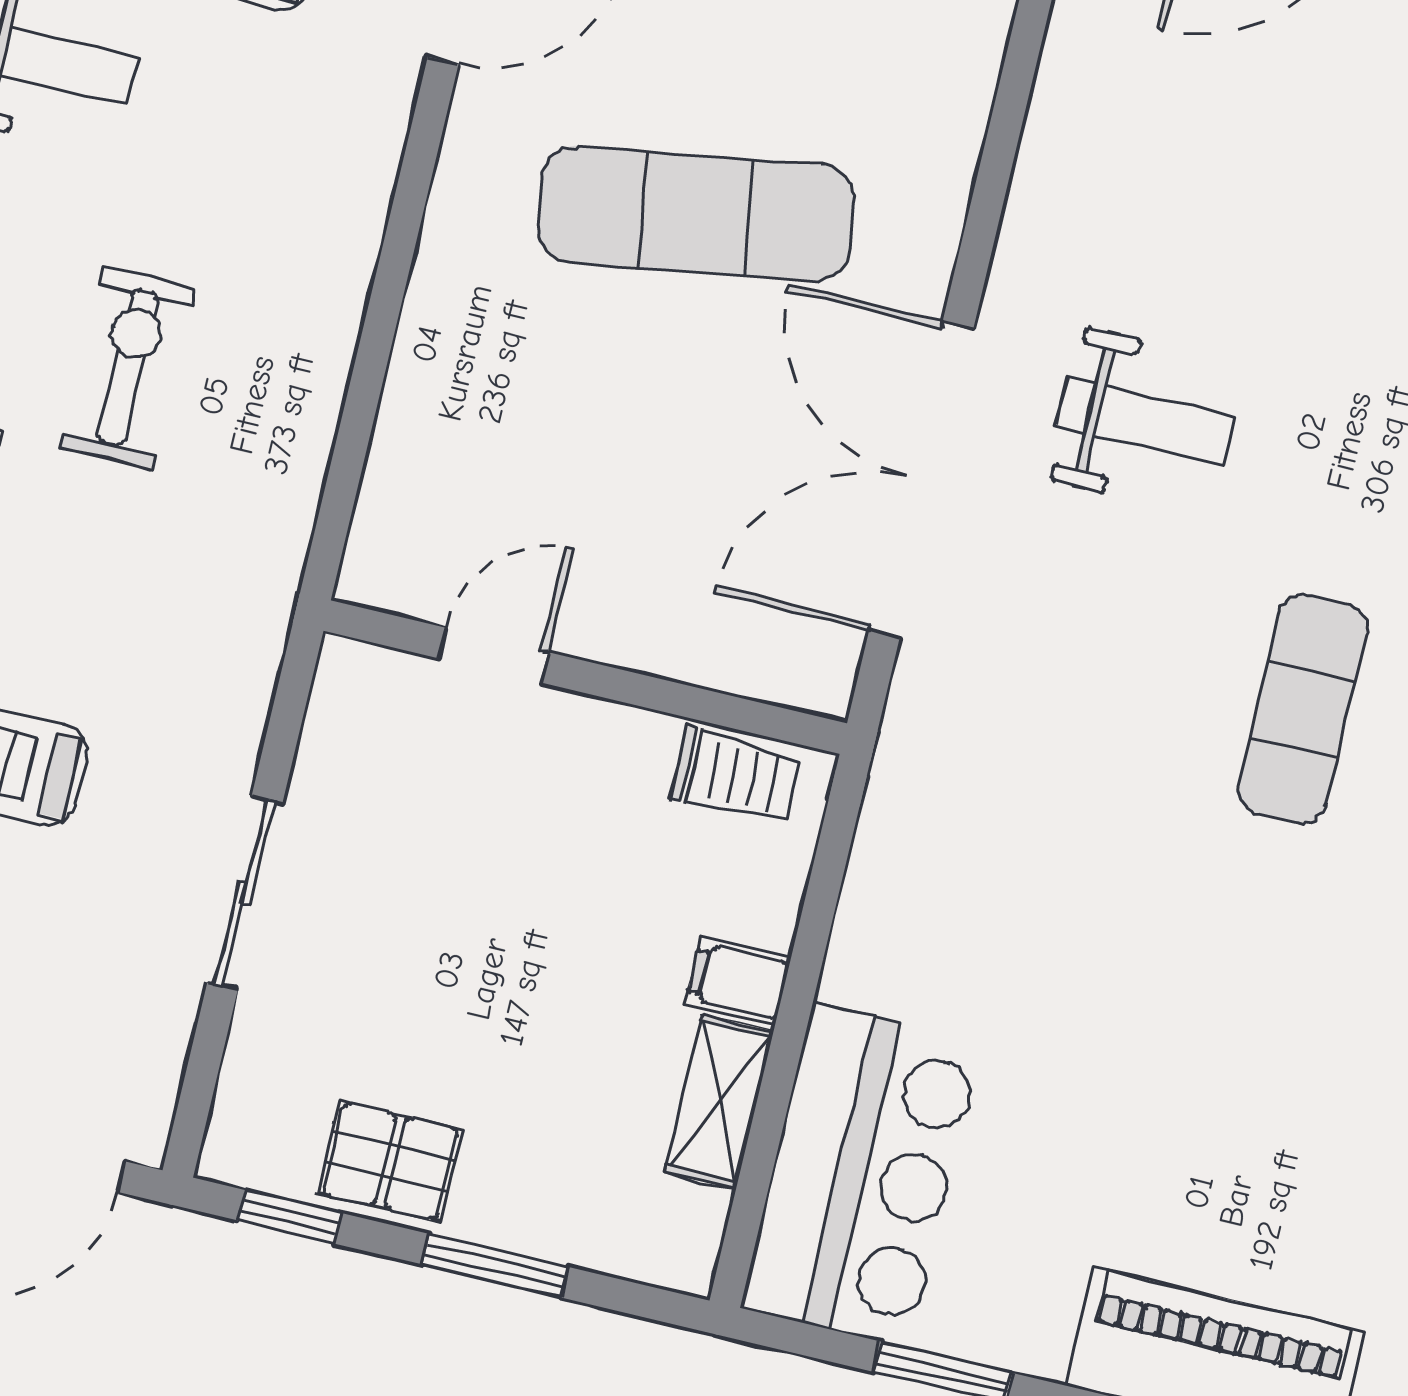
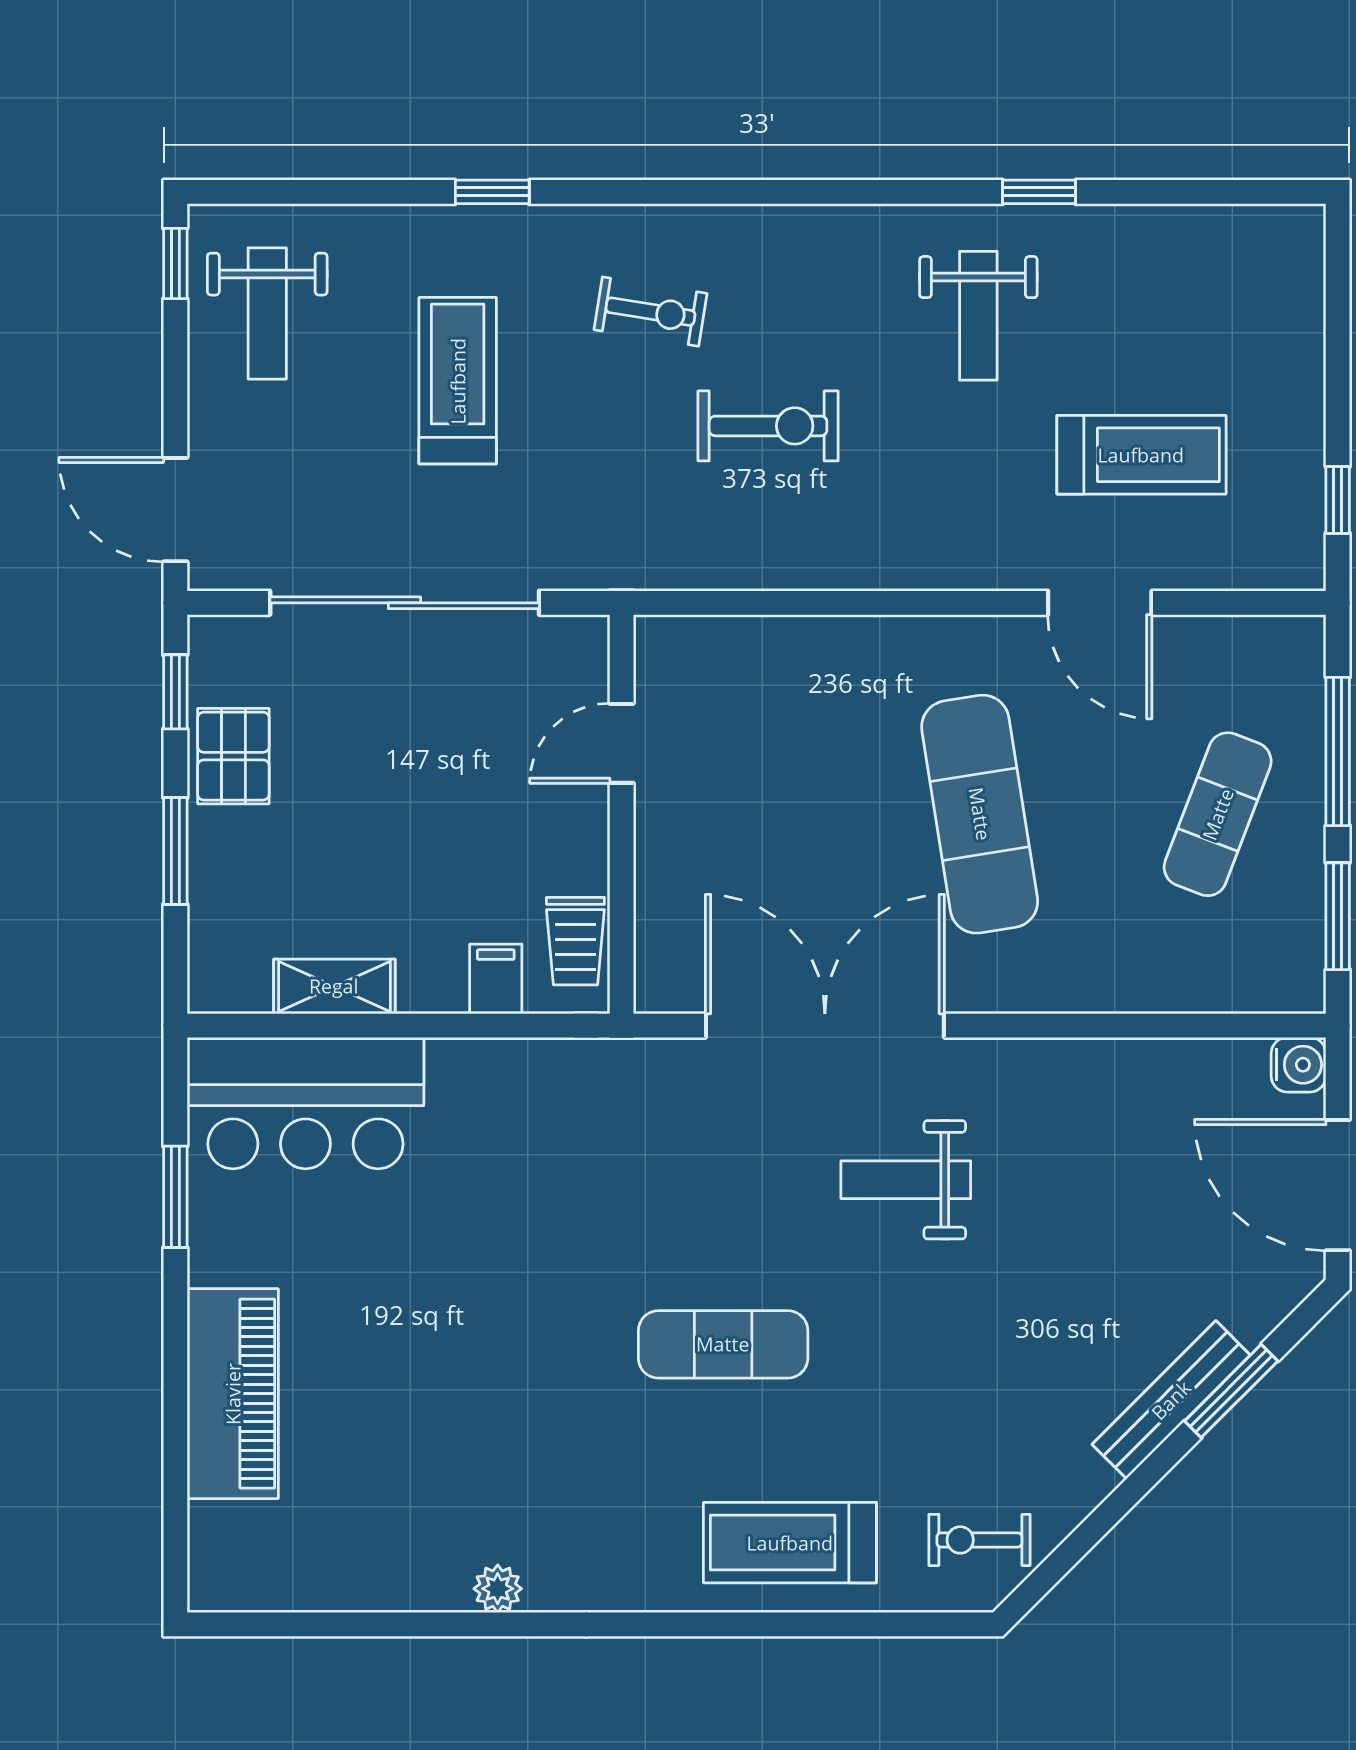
weight bench: (1146, 422) -> (906, 1180), turned 90
door: (493, 655) -> (622, 743), swing flipped
sliding door: (245, 893) -> (405, 603), width x1.86
filing cabinet: (738, 981) -> (496, 979), moved

